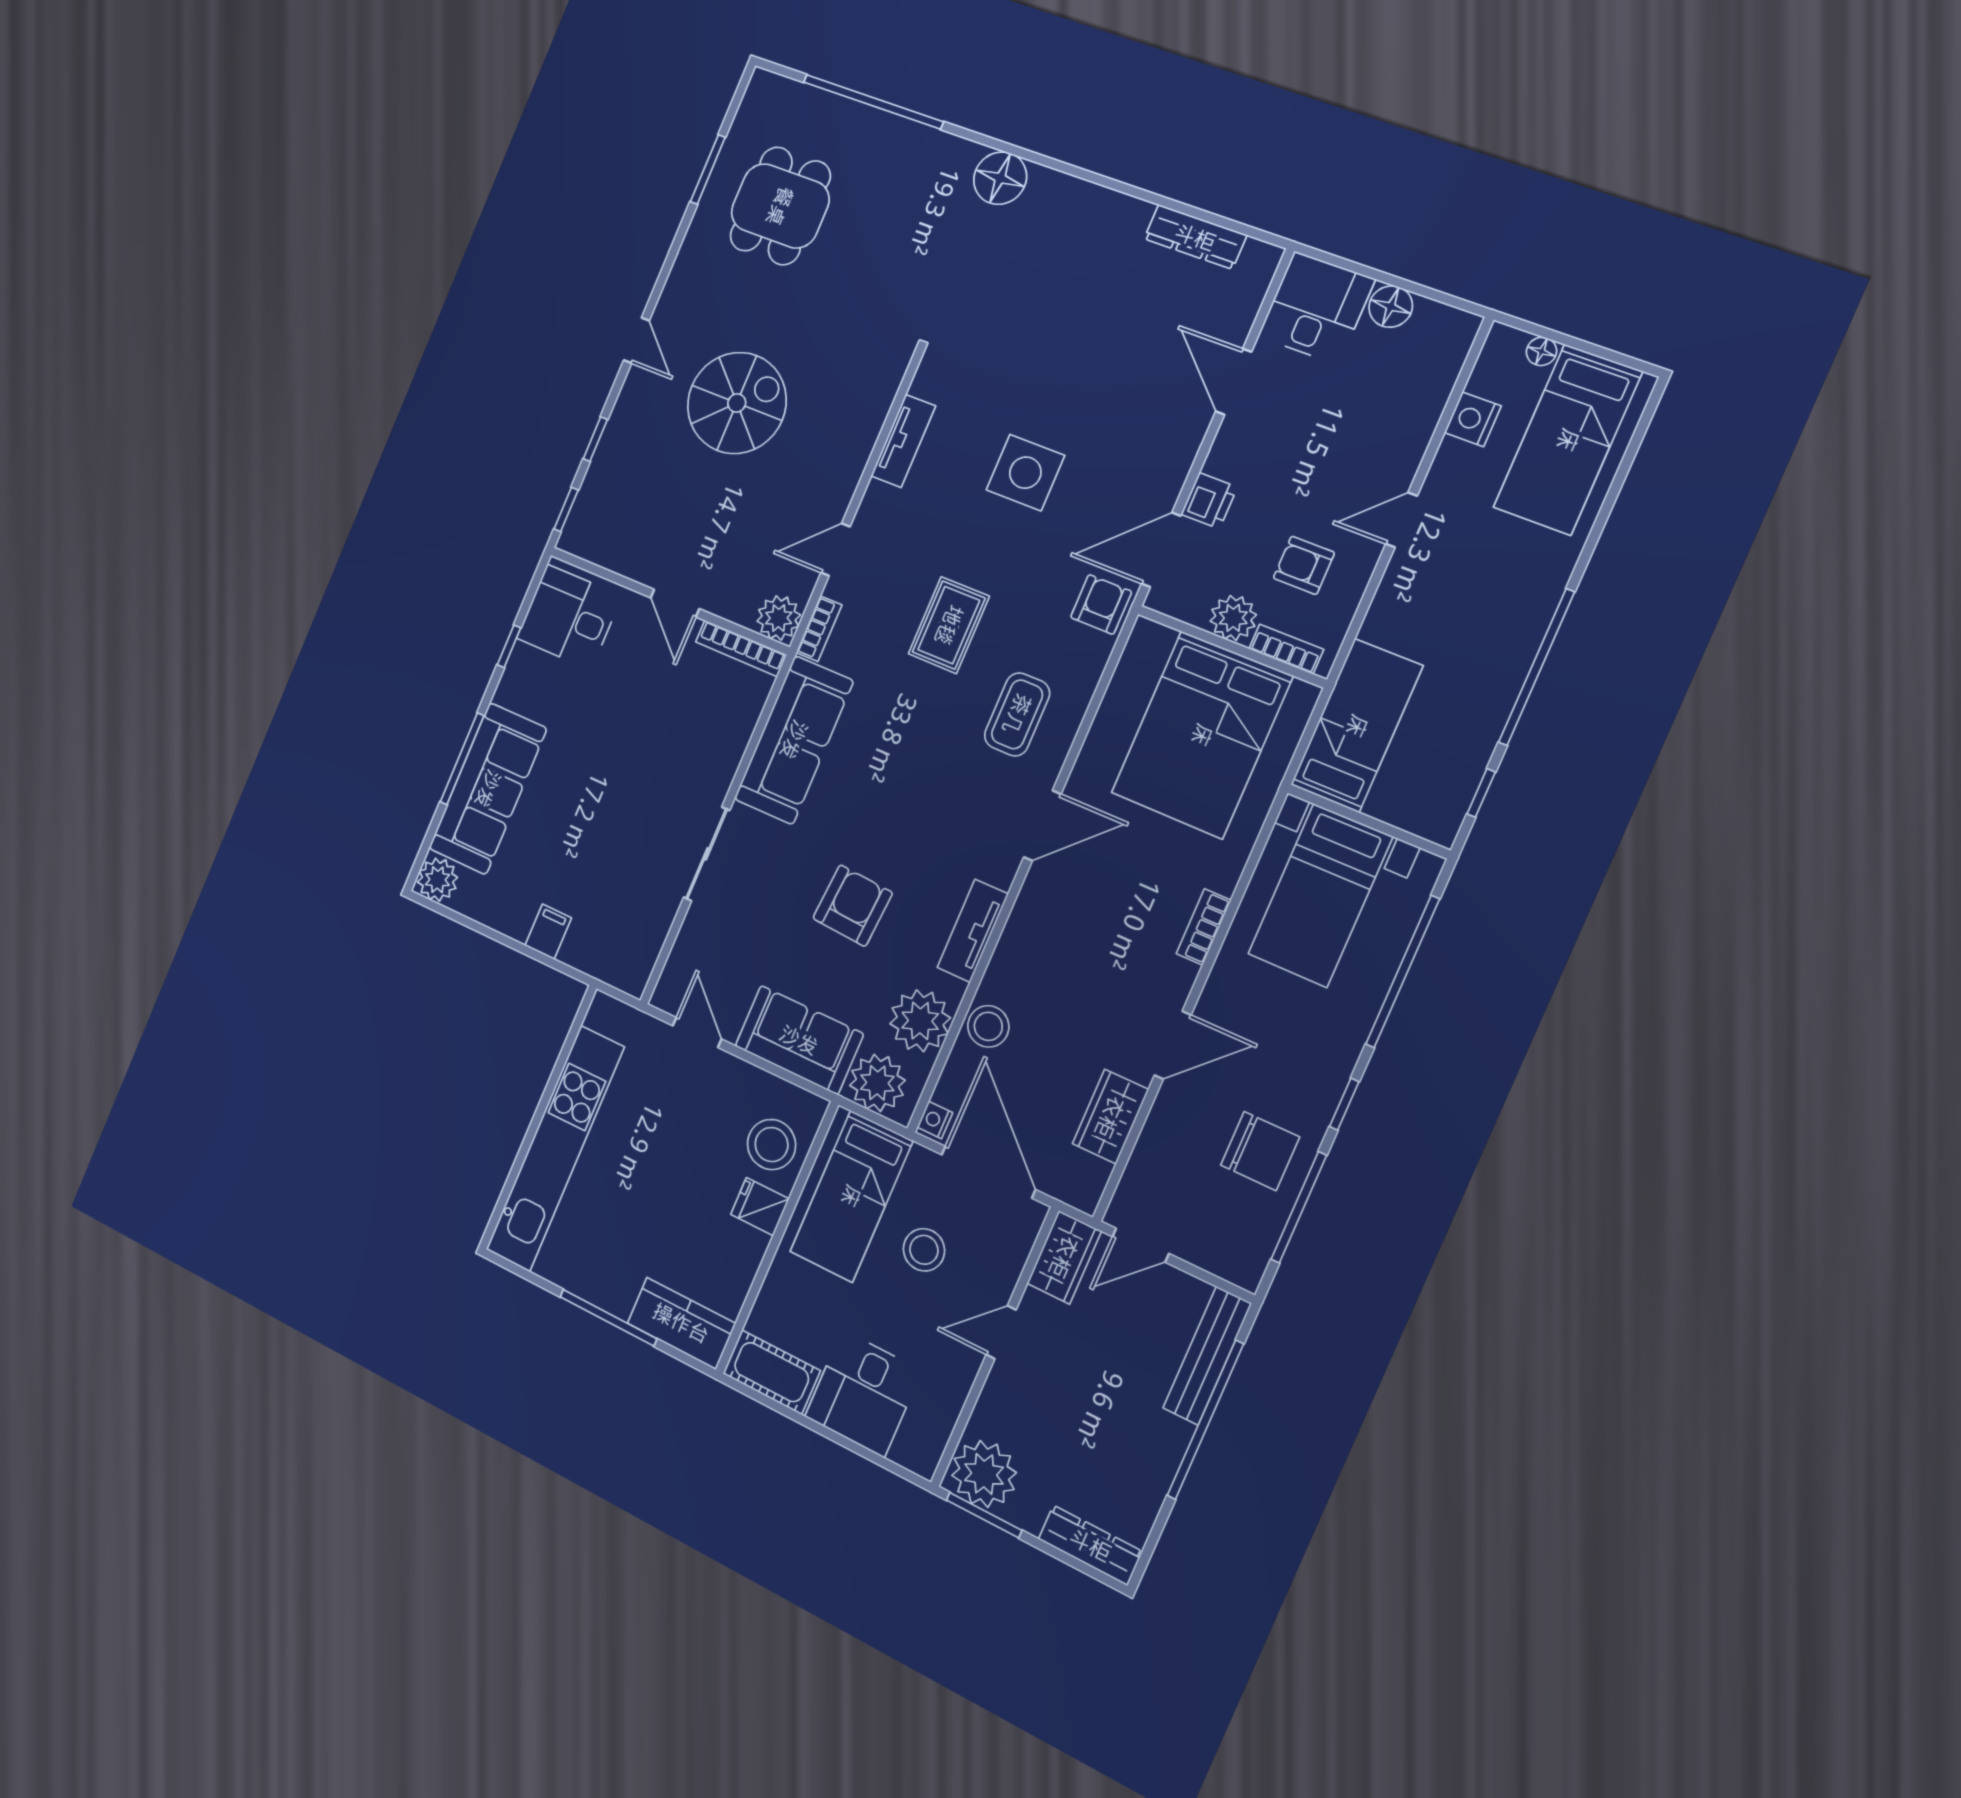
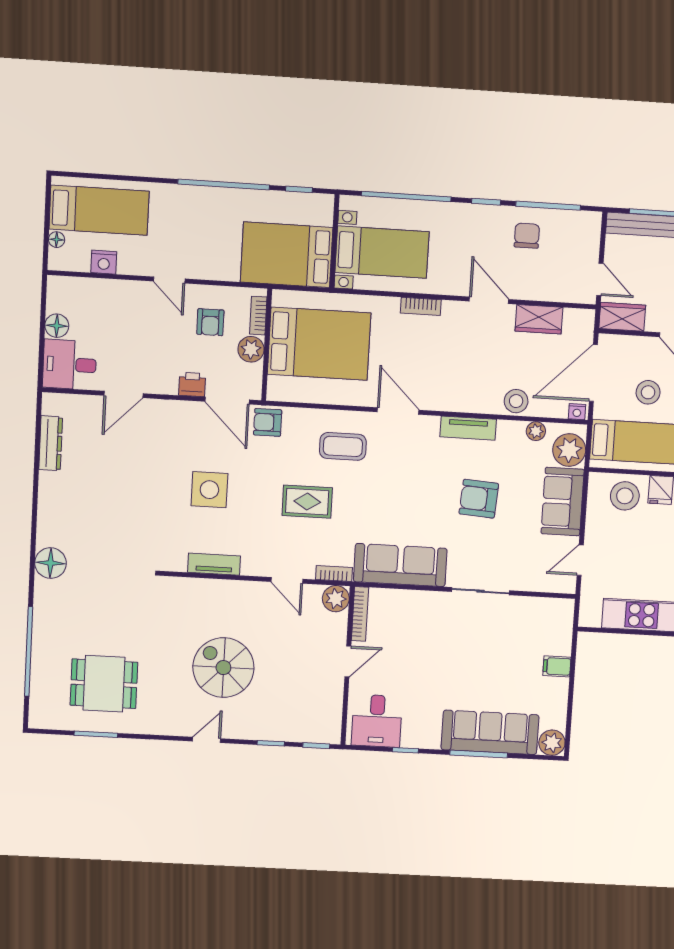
bed: (1357, 726) -> (287, 255), width x1.50
plant: (920, 1021) -> (536, 431), width x0.53, depth x0.53
chair: (1260, 1151) -> (527, 236), width x0.73, depth x0.73

